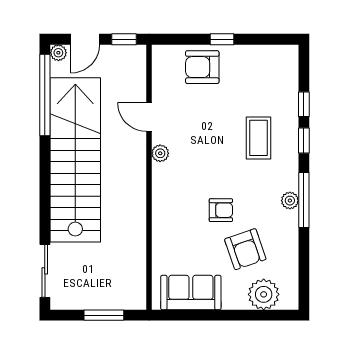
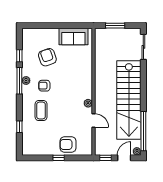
armchair: (202, 67) -> (68, 144), turned 180
window: (304, 140) -> (19, 56), moved
armchair: (221, 210) -> (44, 86), moved
plant: (264, 294) -> (39, 36), removed

